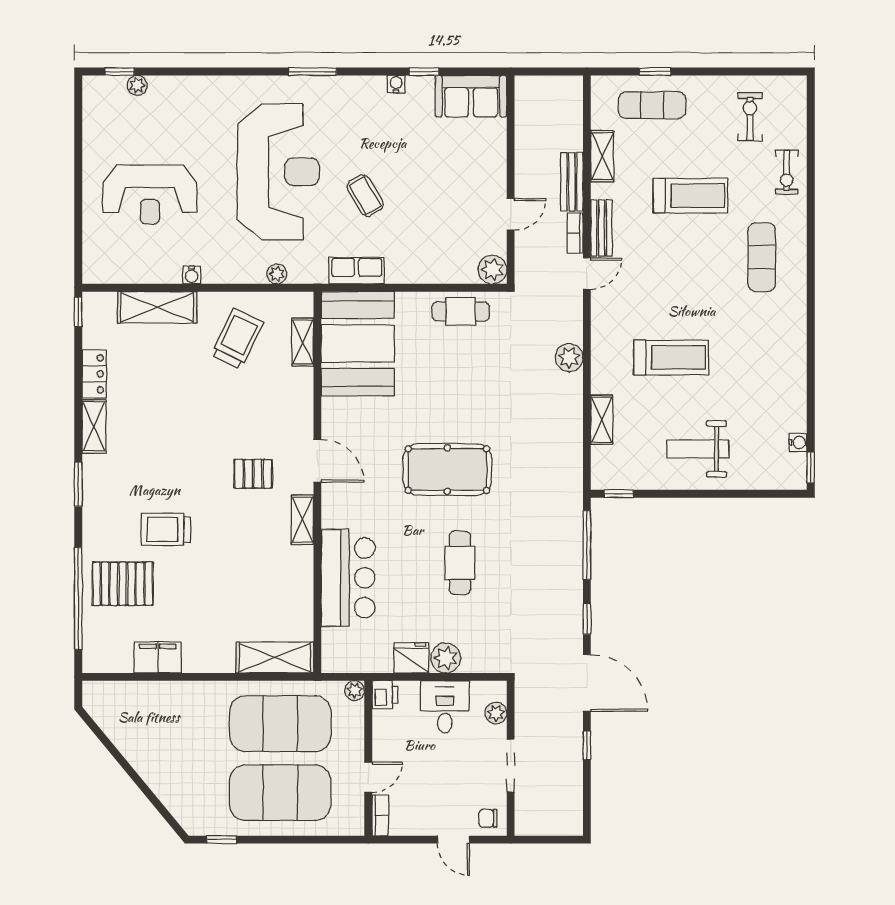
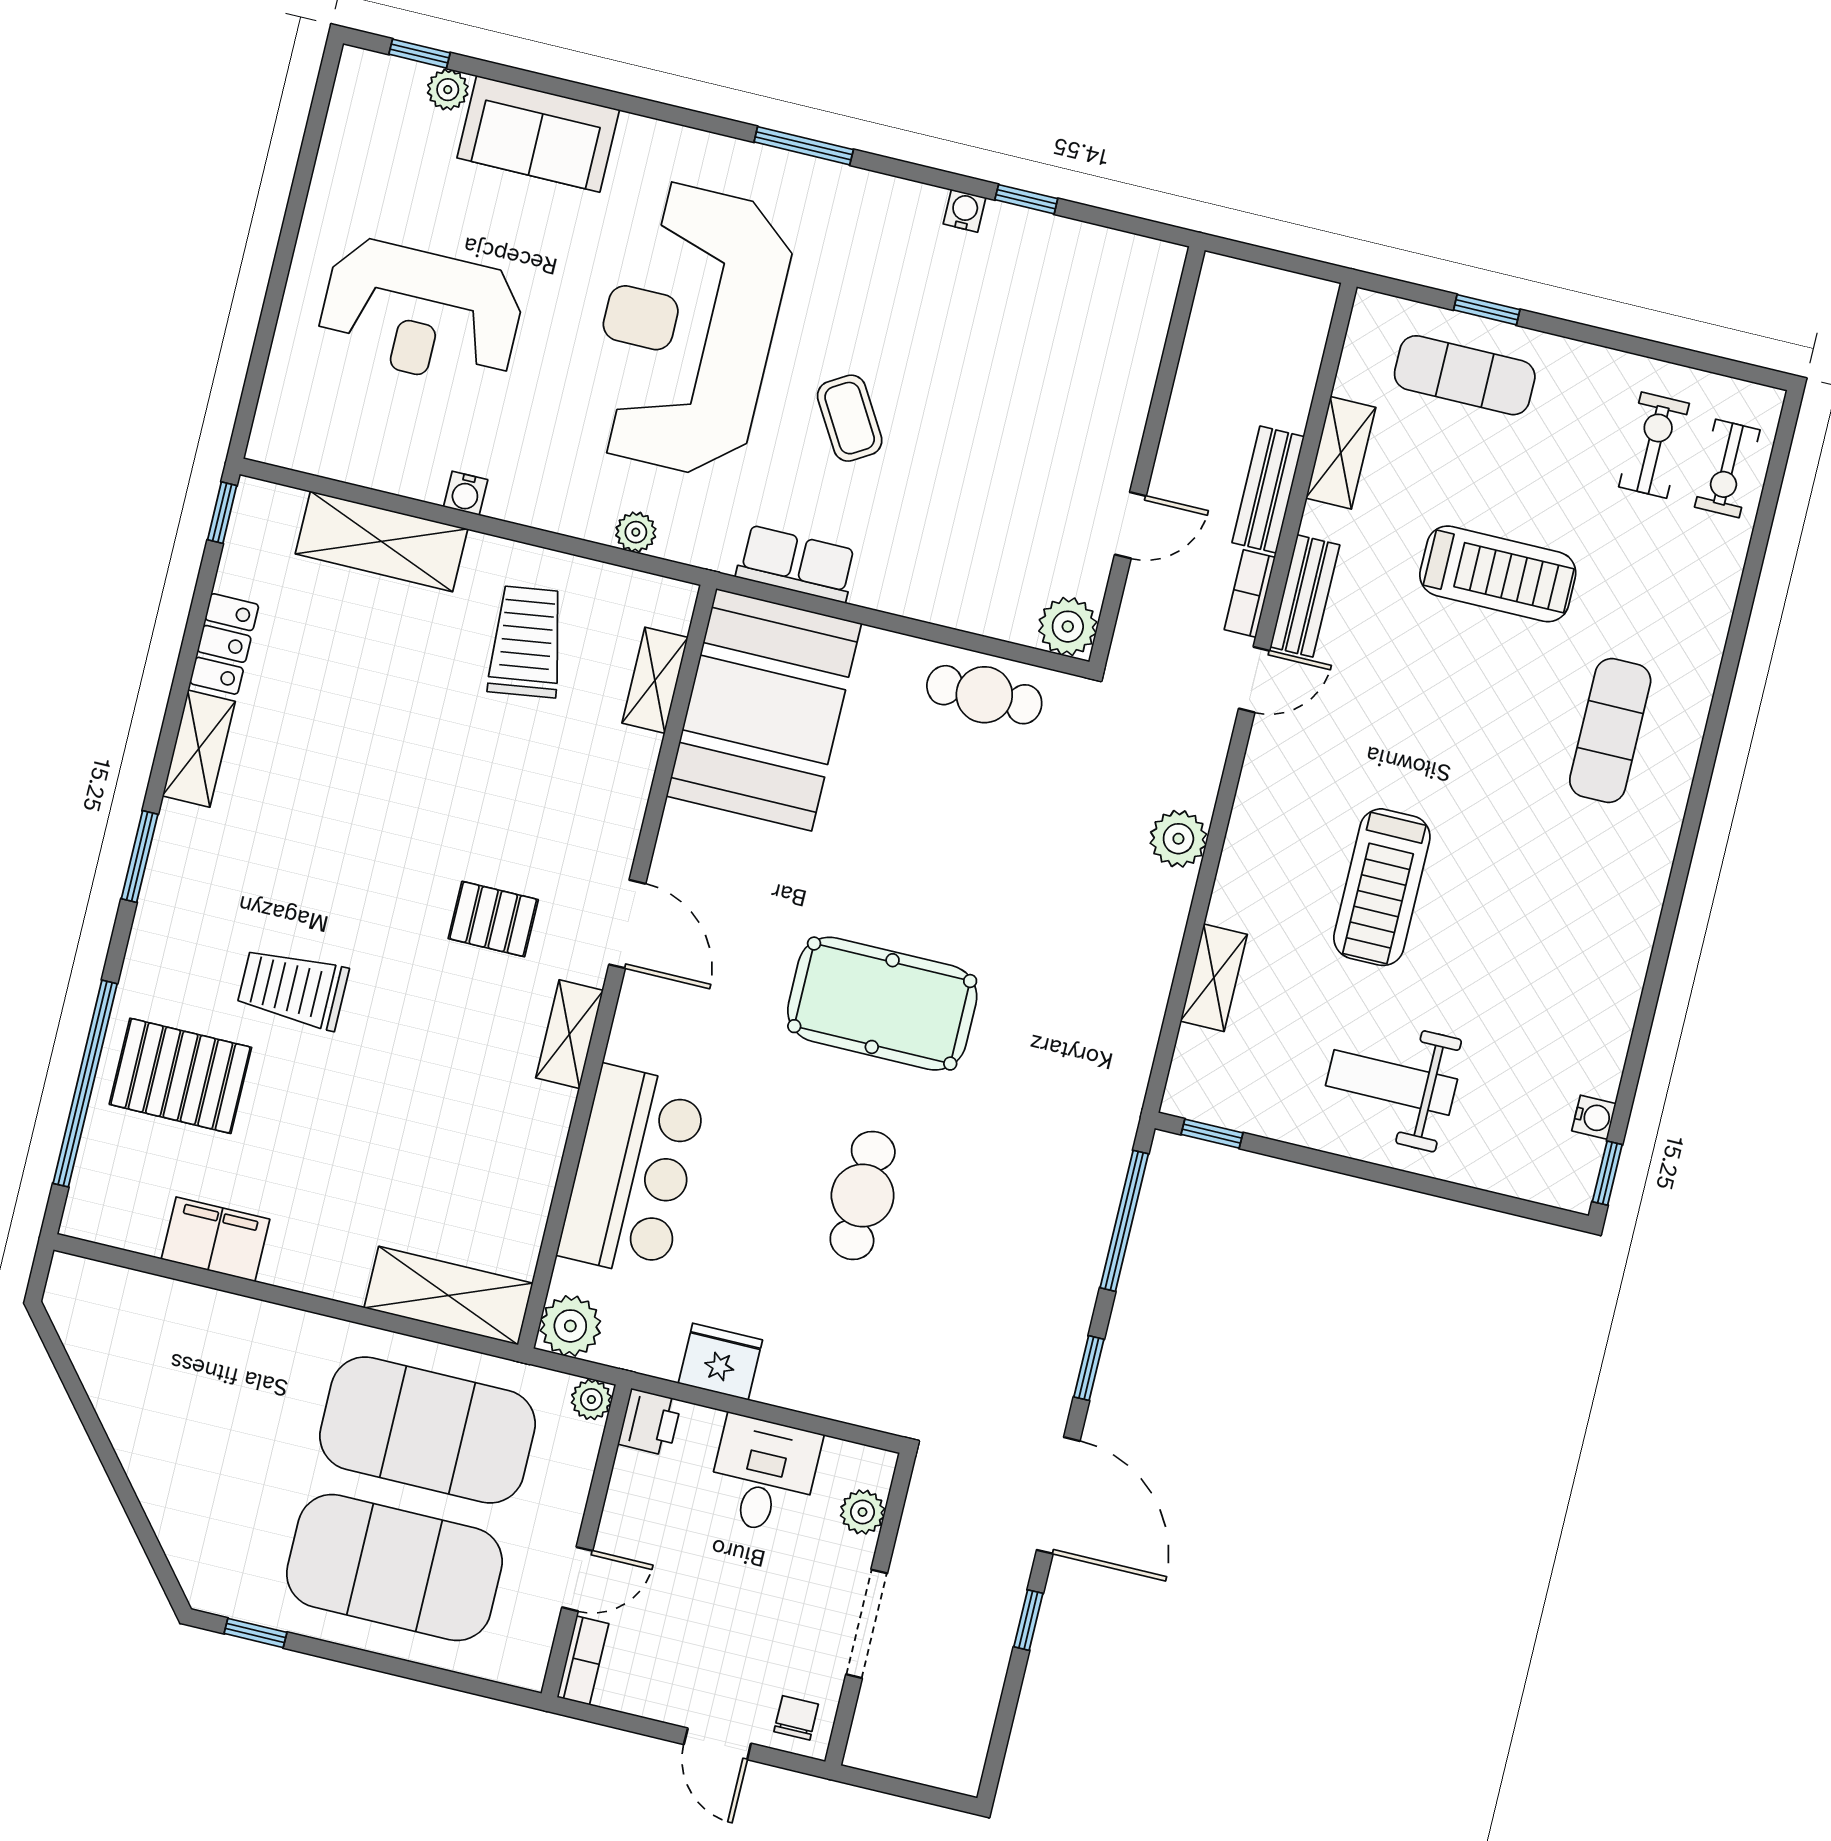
sofa: (471, 96) -> (538, 134), moved
reception desk: (278, 172) -> (688, 329), turned 180
exercise bike: (787, 172) -> (1727, 469), moved
trolley: (237, 338) -> (526, 642), turned -34
treadmill: (671, 357) -> (1382, 887), turned 90
plant: (446, 658) -> (570, 1326), moved
chair: (488, 818) -> (796, 1718), turned 90

